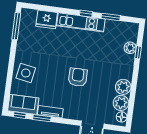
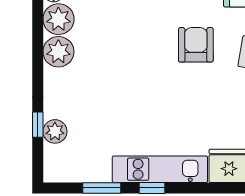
armchair: (78, 77) -> (196, 45), moved, turned 180

